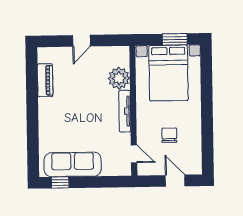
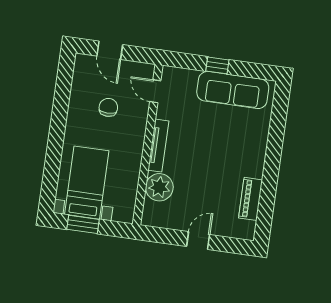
bed with nightstands: (169, 73) -> (87, 183), width x0.73
chair: (169, 135) -> (108, 107), turned 180
window: (60, 182) -> (217, 65), moved

